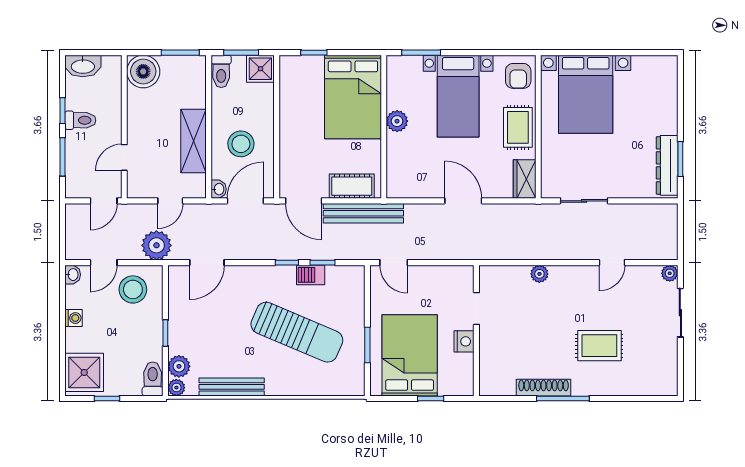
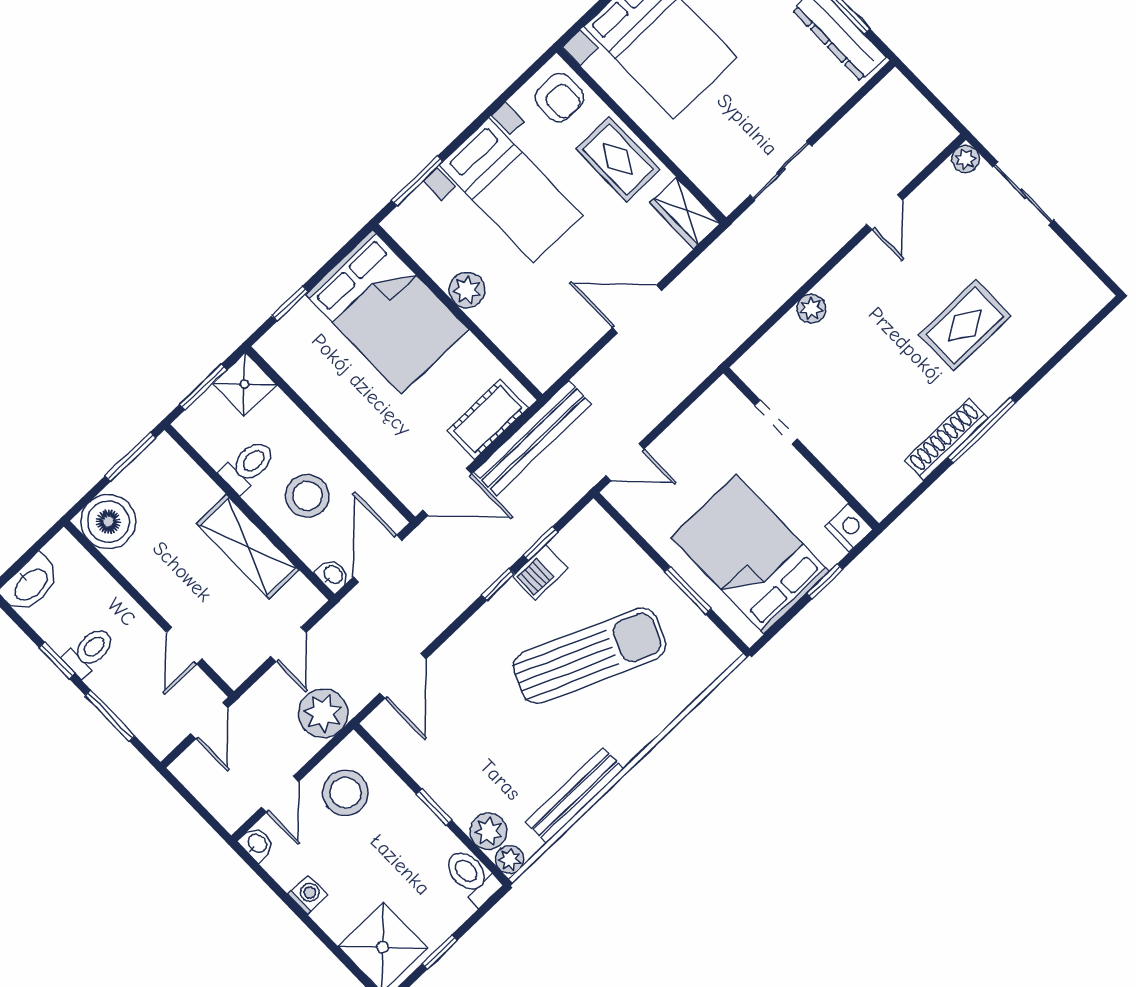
toilet: (221, 71) -> (248, 466), moved, turned -90
nightstand: (464, 341) -> (849, 528), moved

